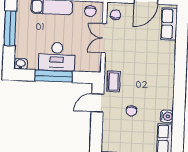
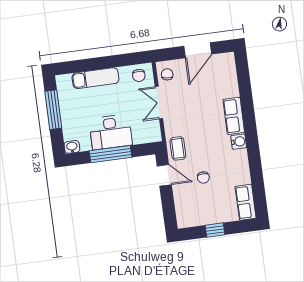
row of seats: (169, 24) -> (234, 116), moved
door: (97, 103) -> (164, 175), swing flipped
water cooler: (167, 116) -> (239, 142), moved

